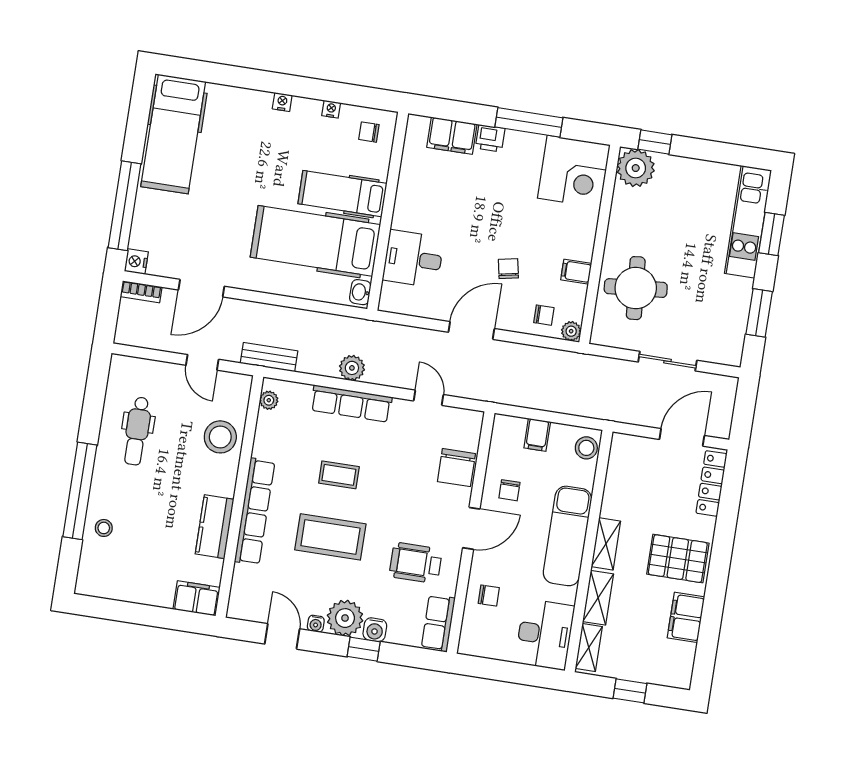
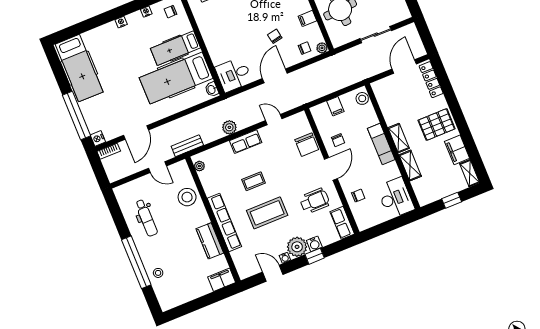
desk: (413, 259) -> (234, 74), moved
row of seats: (351, 404) -> (246, 142), width x0.68
exam couch: (567, 536) -> (381, 144), width x0.73, depth x0.69
wheelchair: (416, 563) -> (315, 201), turned 180
shelving: (589, 647) -> (470, 173), moved

